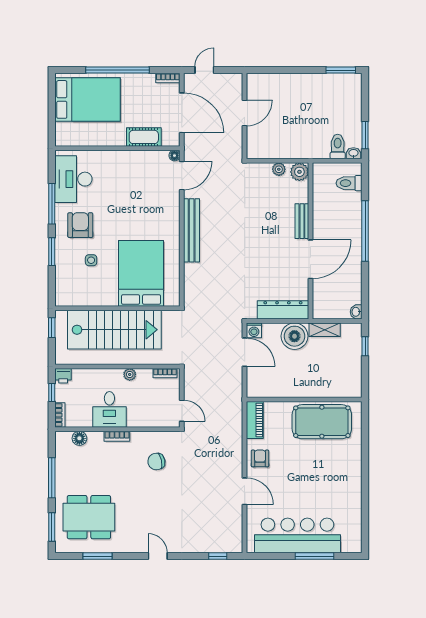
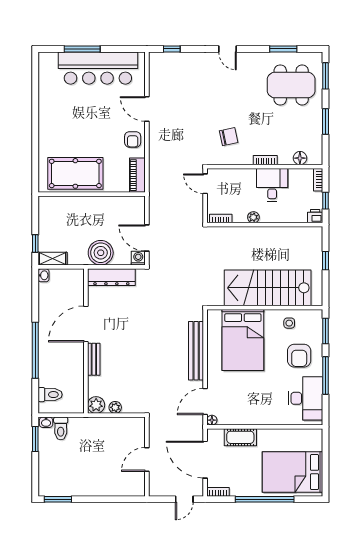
bed: (141, 273) -> (243, 340), moved
wall: (117, 308) -> (265, 308), moved
stairs: (114, 330) -> (268, 288), moved
shelving: (325, 330) -> (52, 259), moved
window: (52, 478) -> (326, 122), width x0.69

